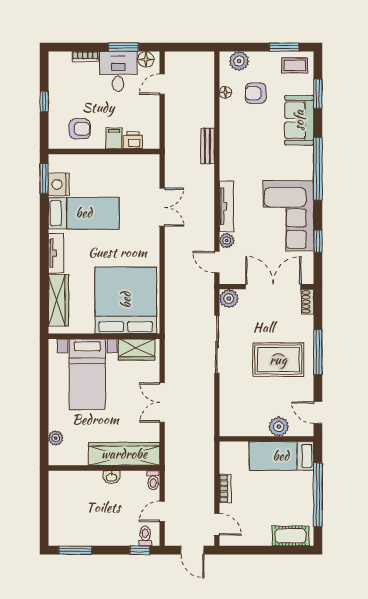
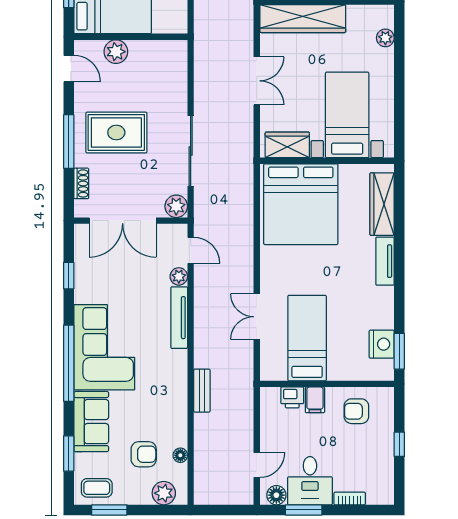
bed: (84, 213) -> (307, 338), moved, turned 90
corner sofa: (288, 216) -> (104, 347), moved
shoe rack: (307, 302) -> (81, 183), moved

